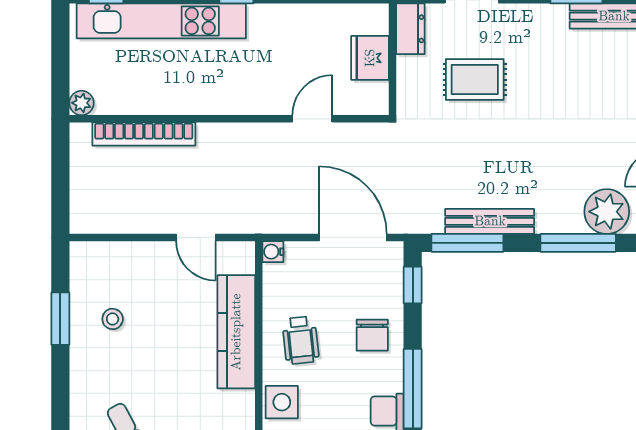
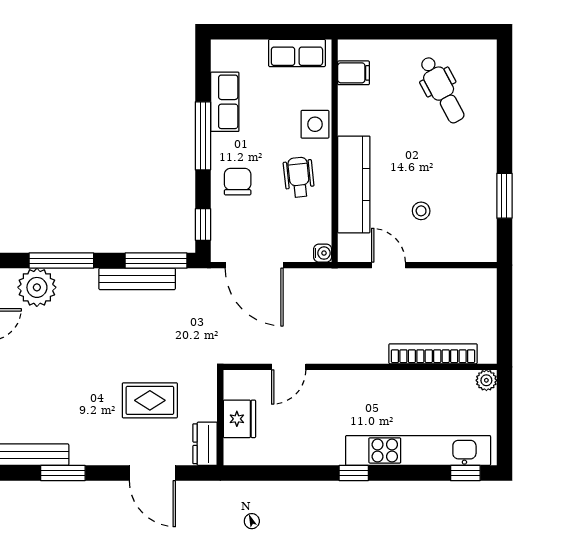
stool: (113, 319) -> (421, 211), moved

